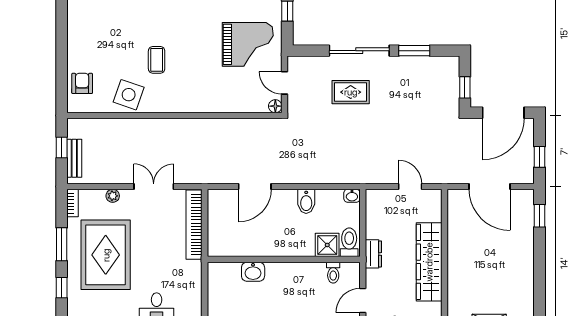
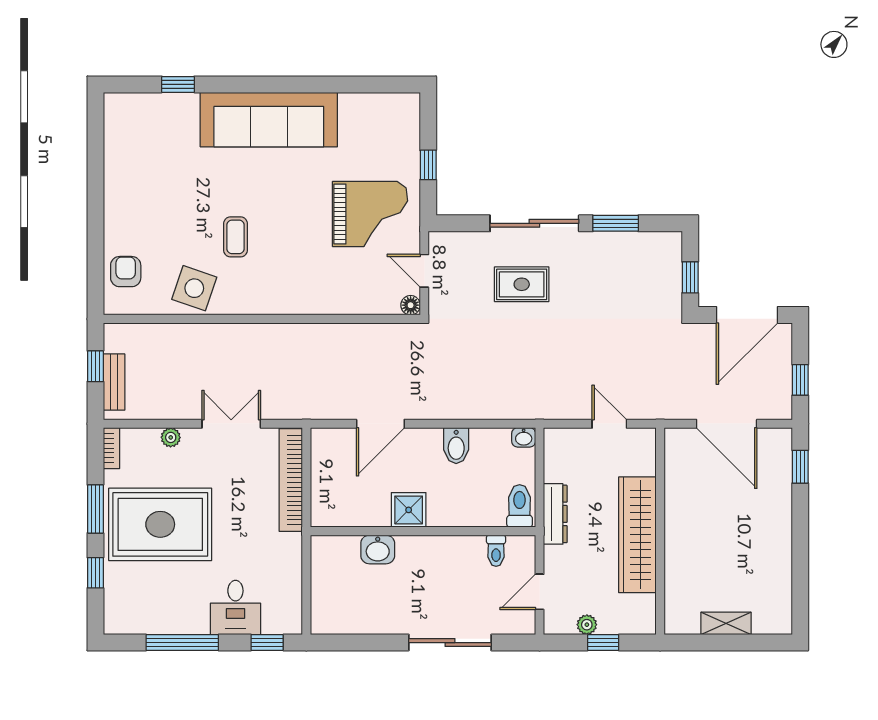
shower: (327, 245) -> (409, 510), moved
dresser: (373, 254) -> (555, 514), width x1.44
rug: (106, 255) -> (160, 524), turned 90

